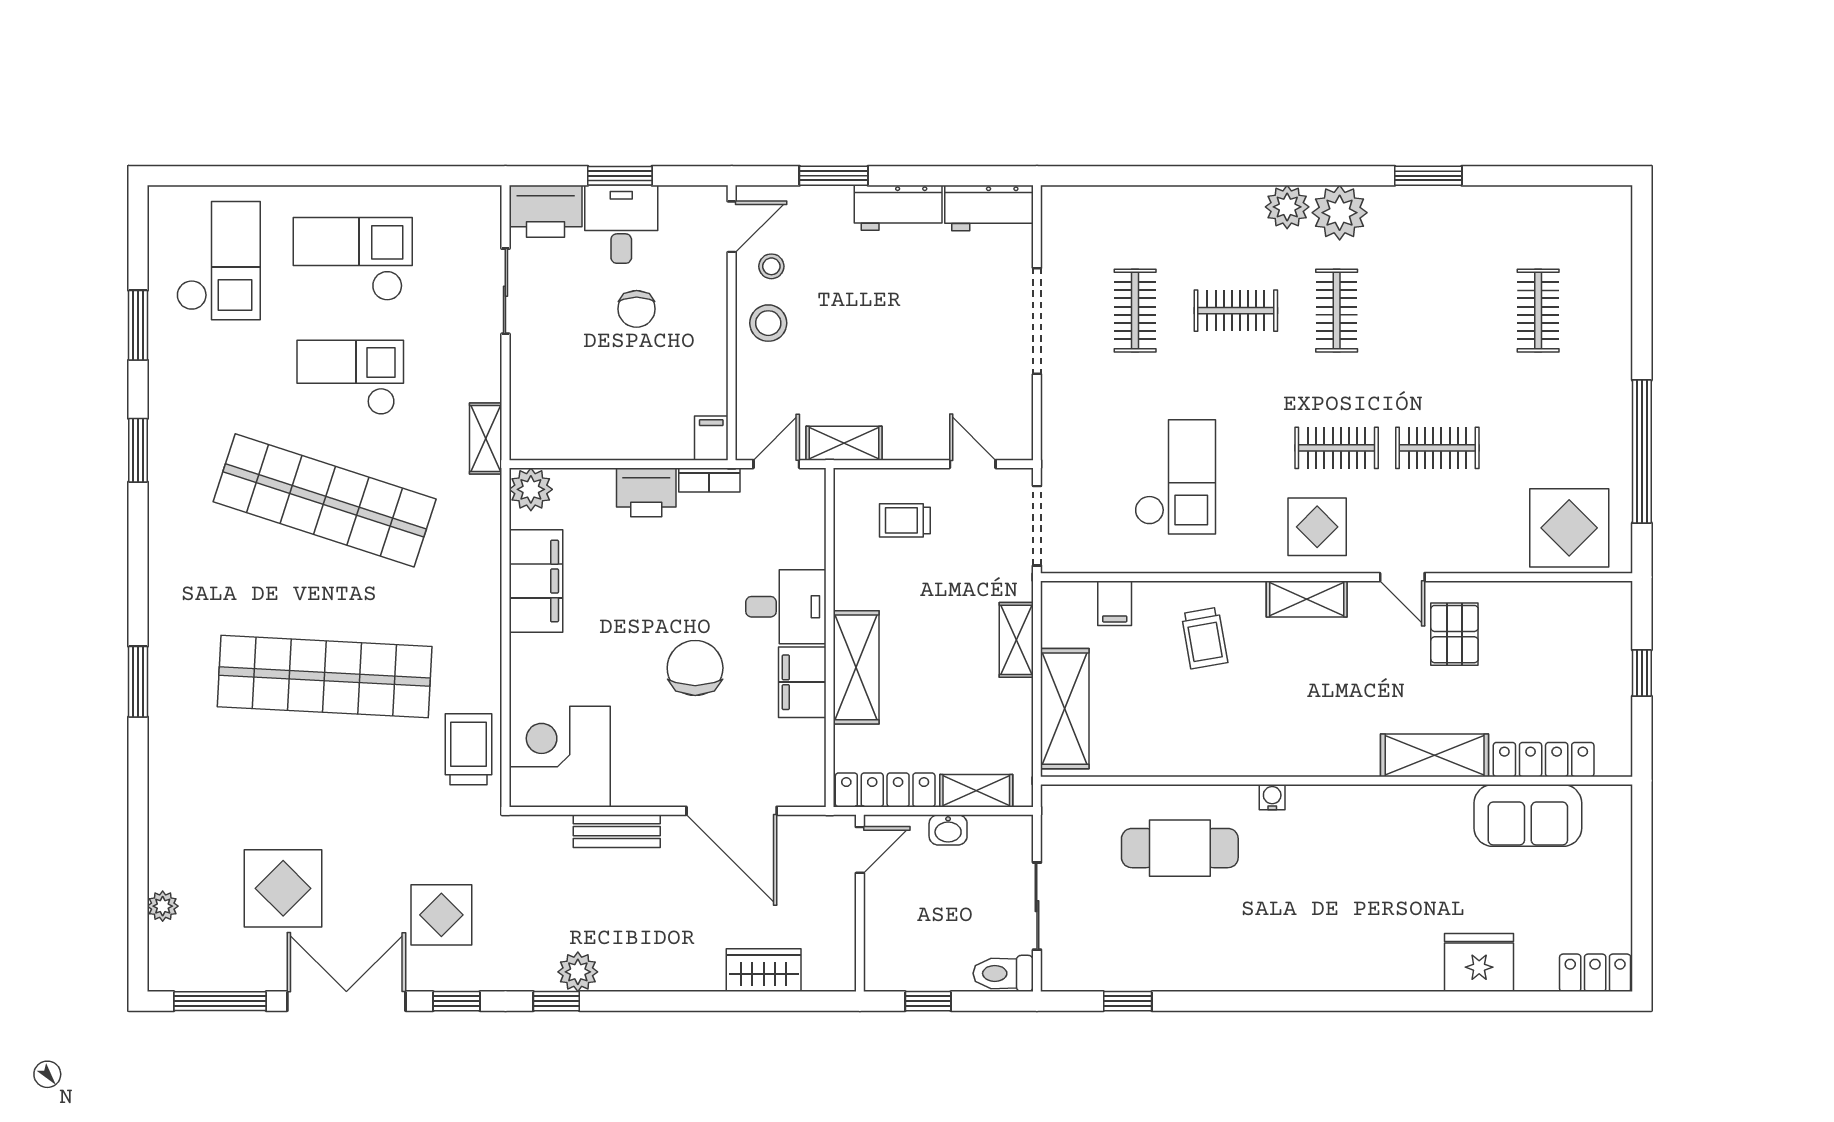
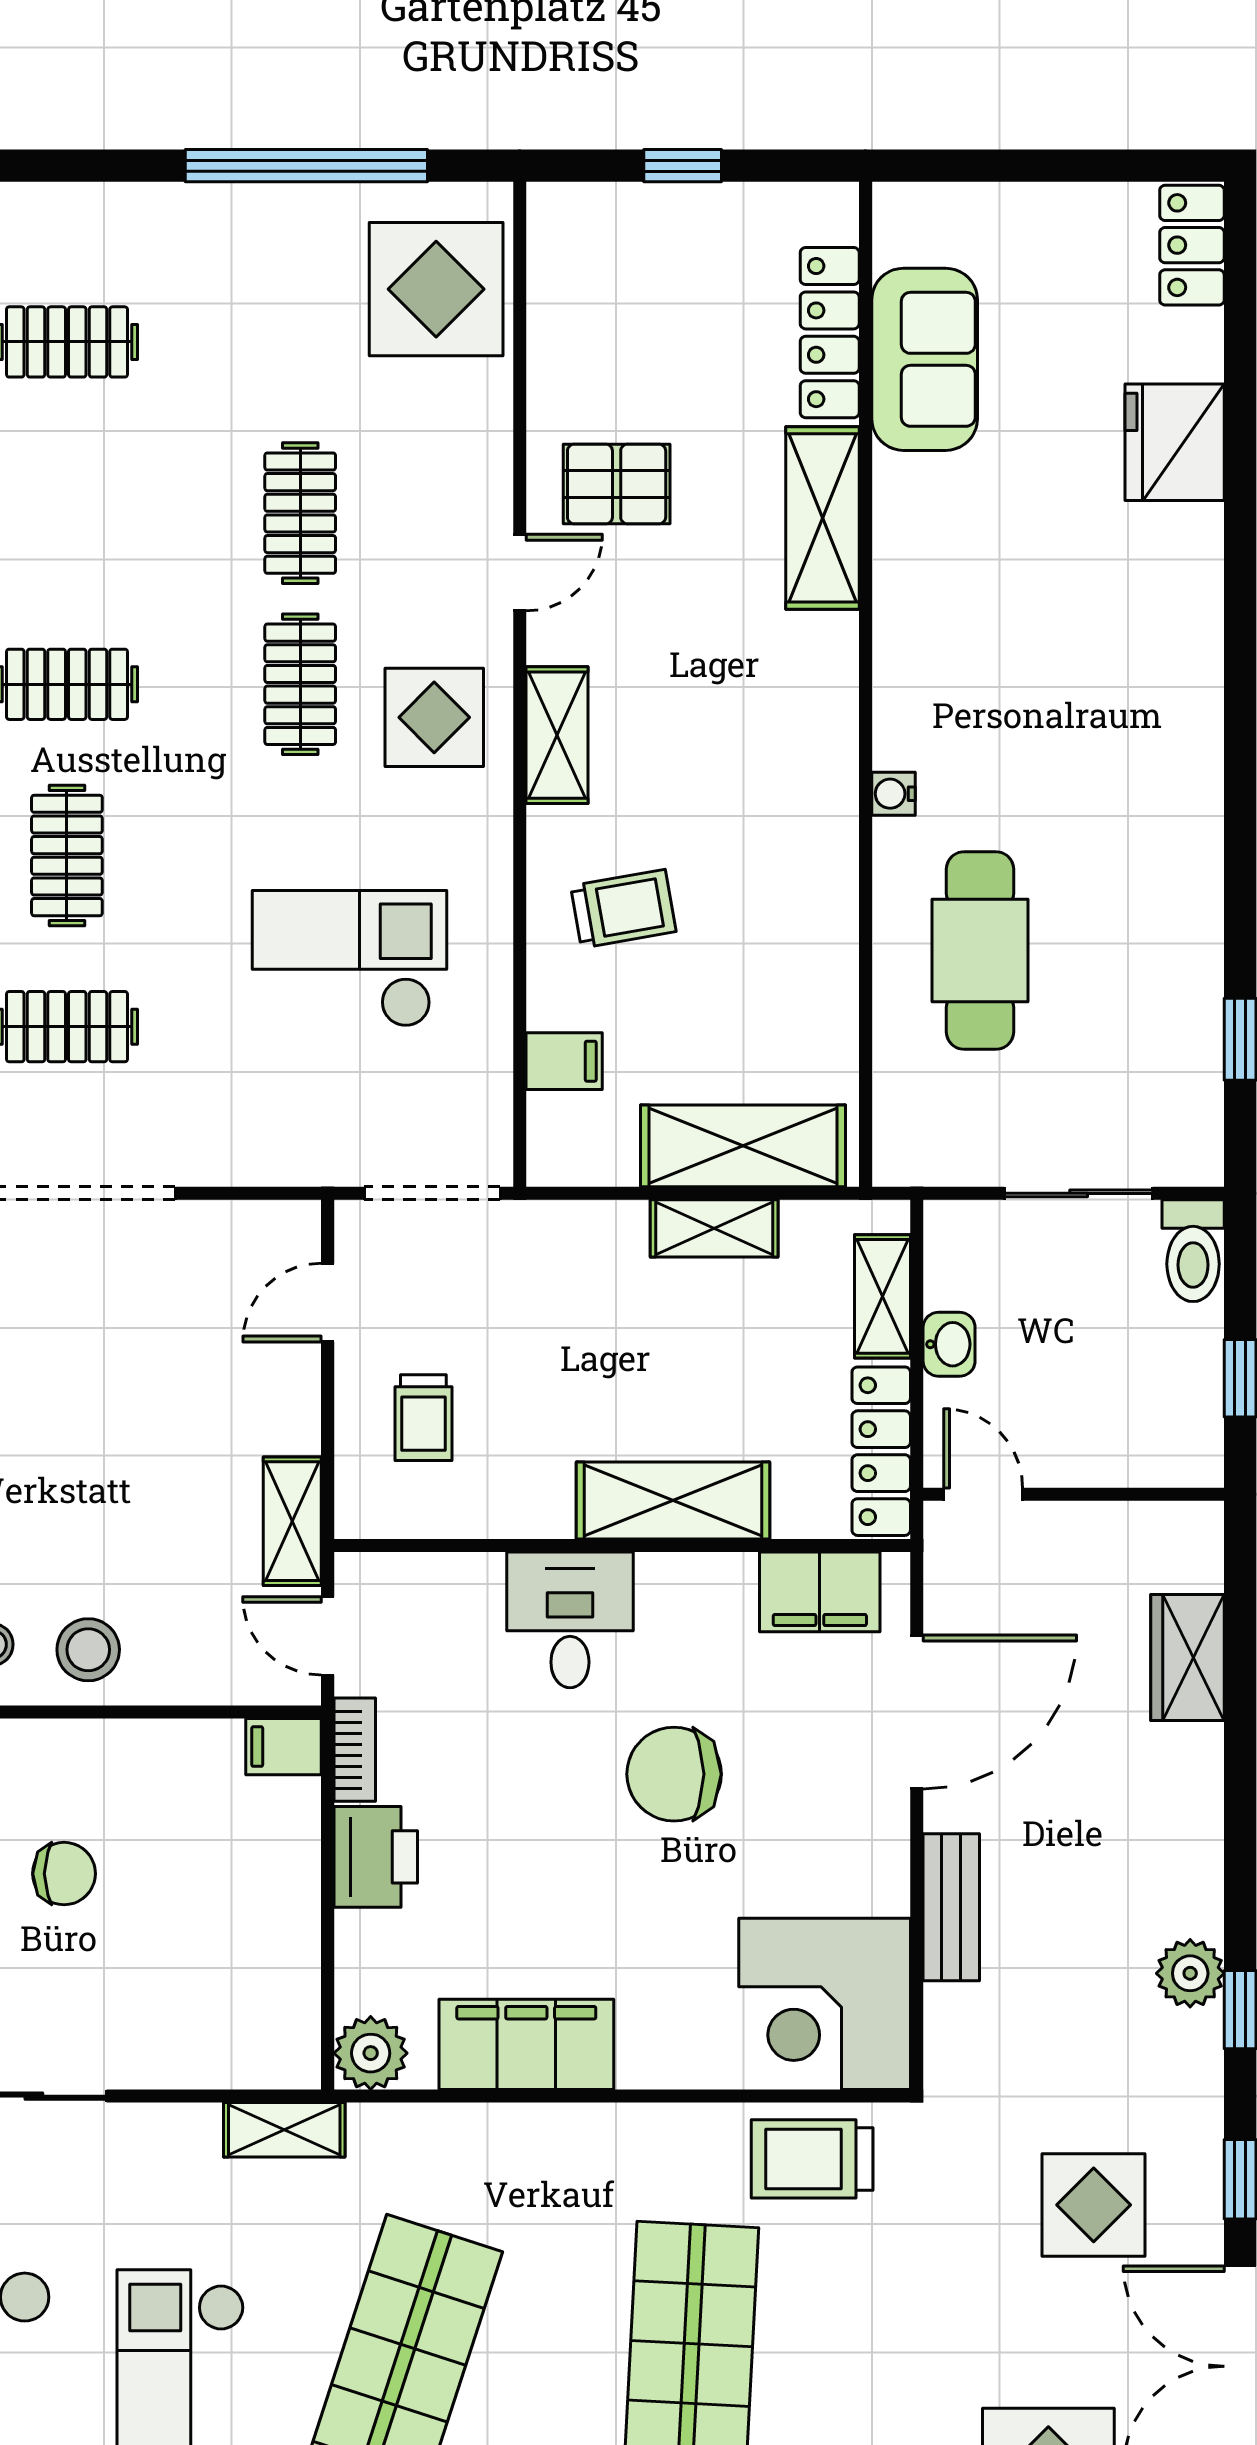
shelving: (1016, 640) -> (714, 1228), moved
filing cabinet: (802, 682) -> (820, 1592), moved

